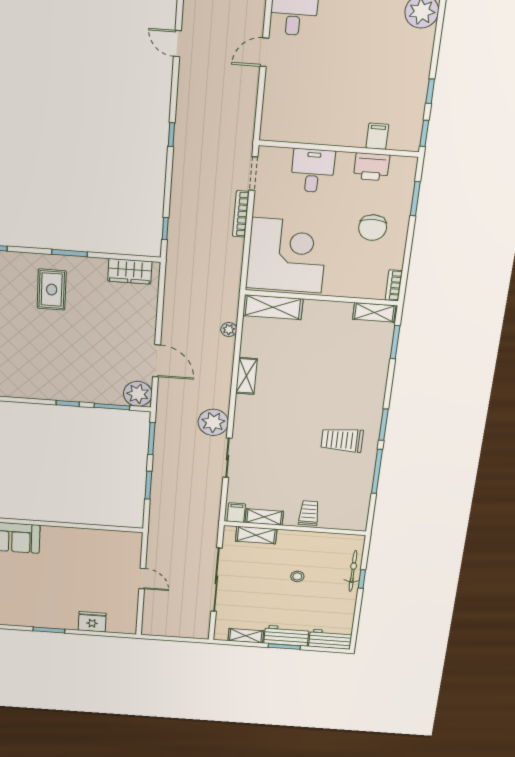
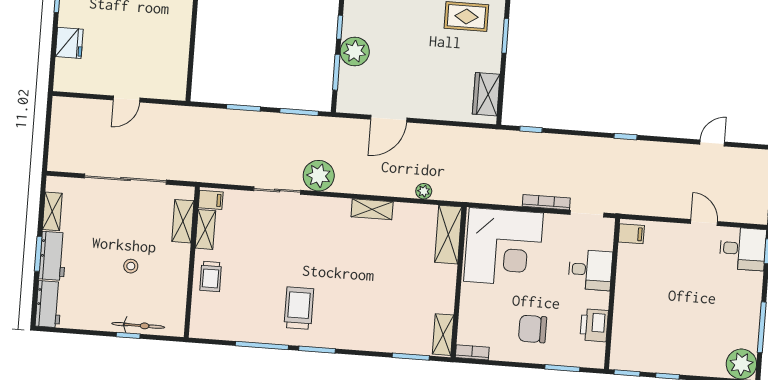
filing cabinet: (377, 136) -> (631, 234), moved
plant: (138, 394) -> (355, 51), moved
trolley: (309, 513) -> (211, 276), turned 90

